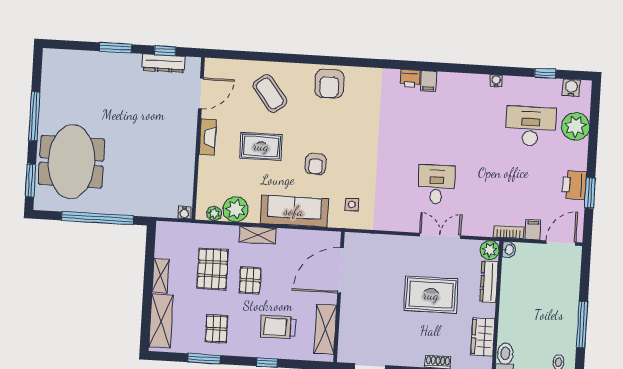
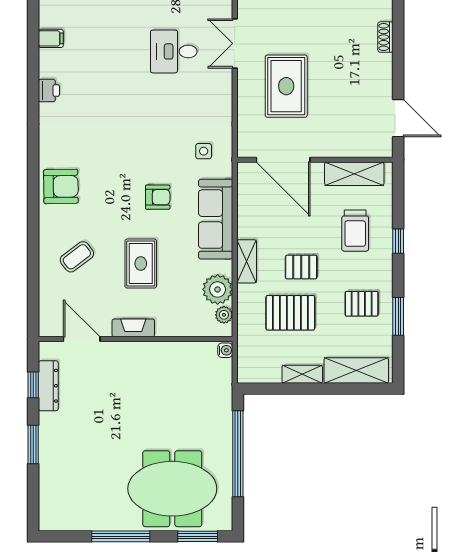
filing cabinet: (429, 81) -> (51, 38), moved
coffee table: (270, 94) -> (77, 257), width x0.73, depth x0.77
rug: (431, 295) -> (286, 86), moved

